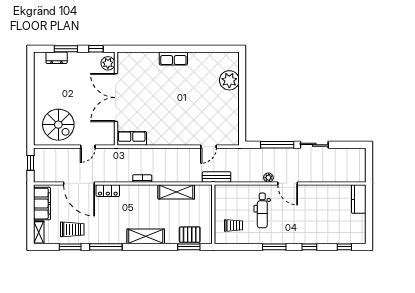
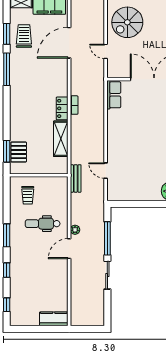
locker: (108, 191) -> (62, 108), moved
trolley: (72, 229) -> (24, 36), turned 180
shelving: (146, 236) -> (17, 109), removed

